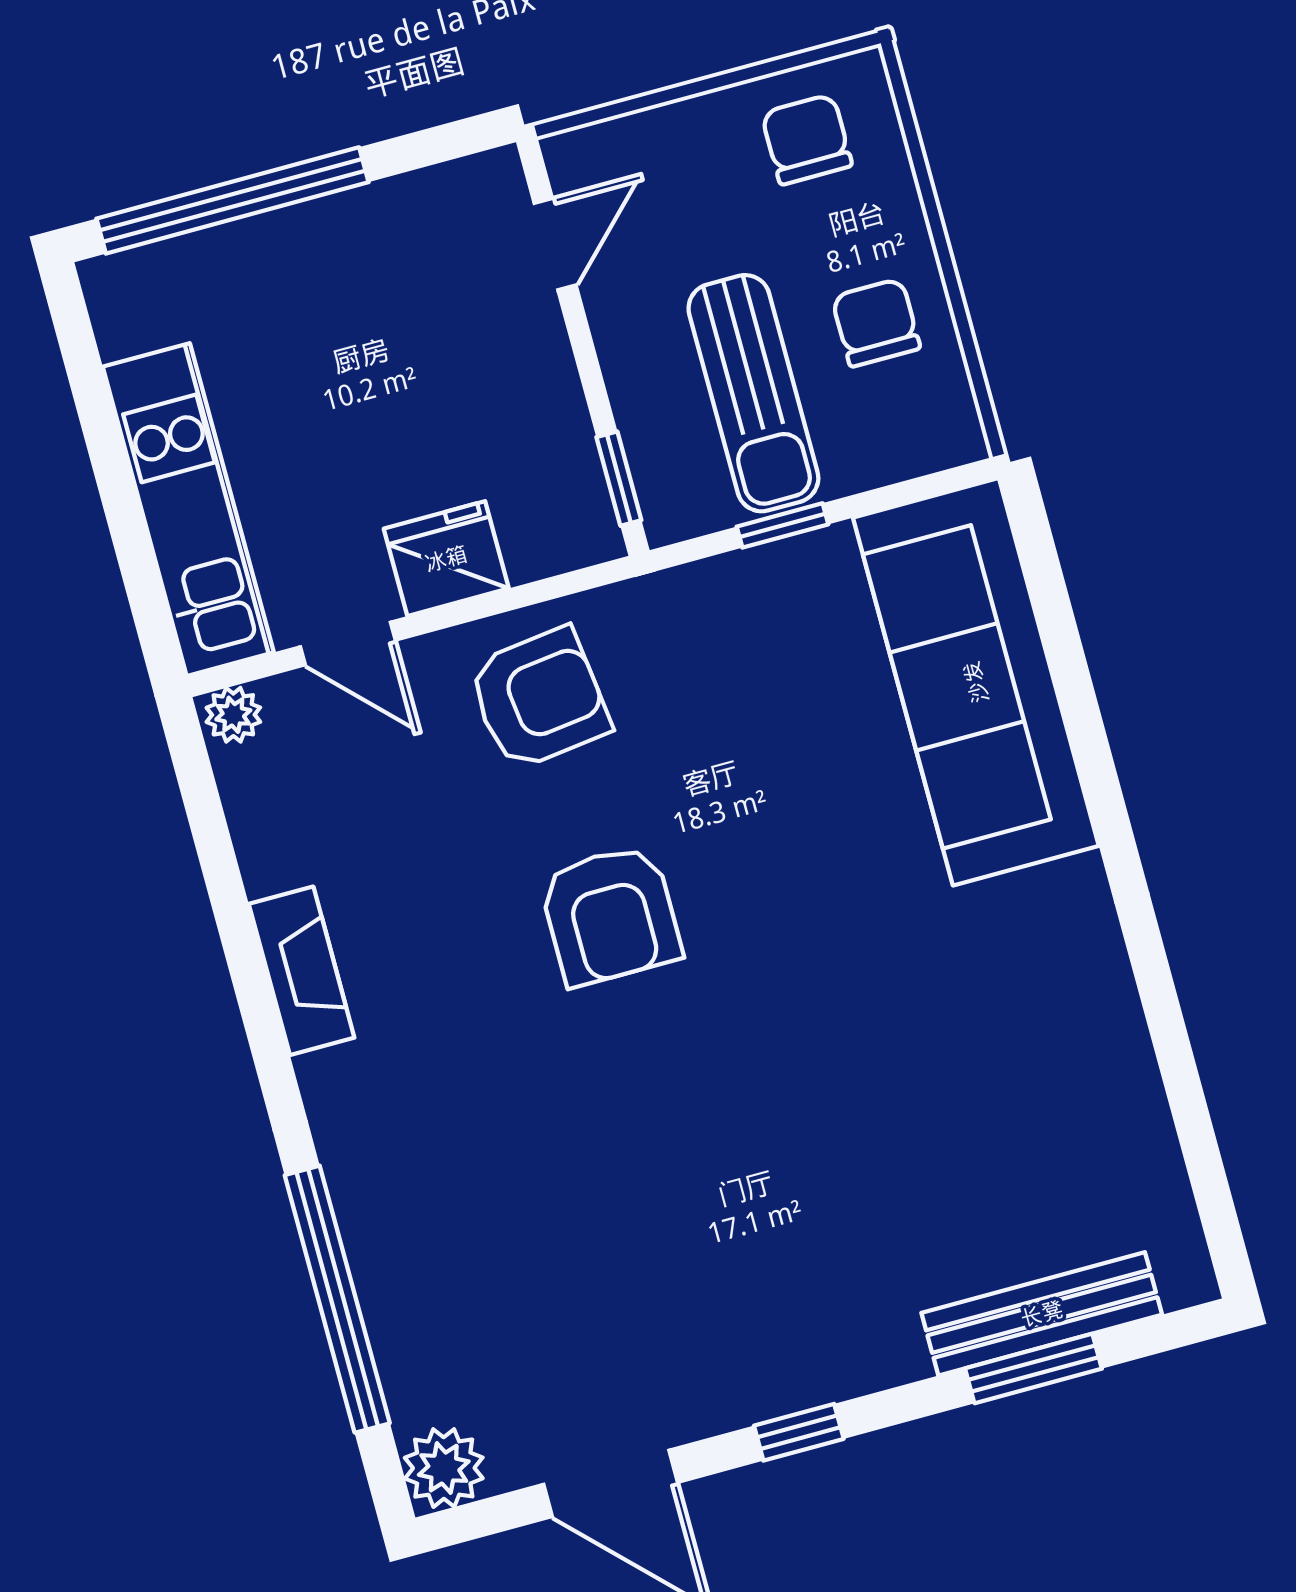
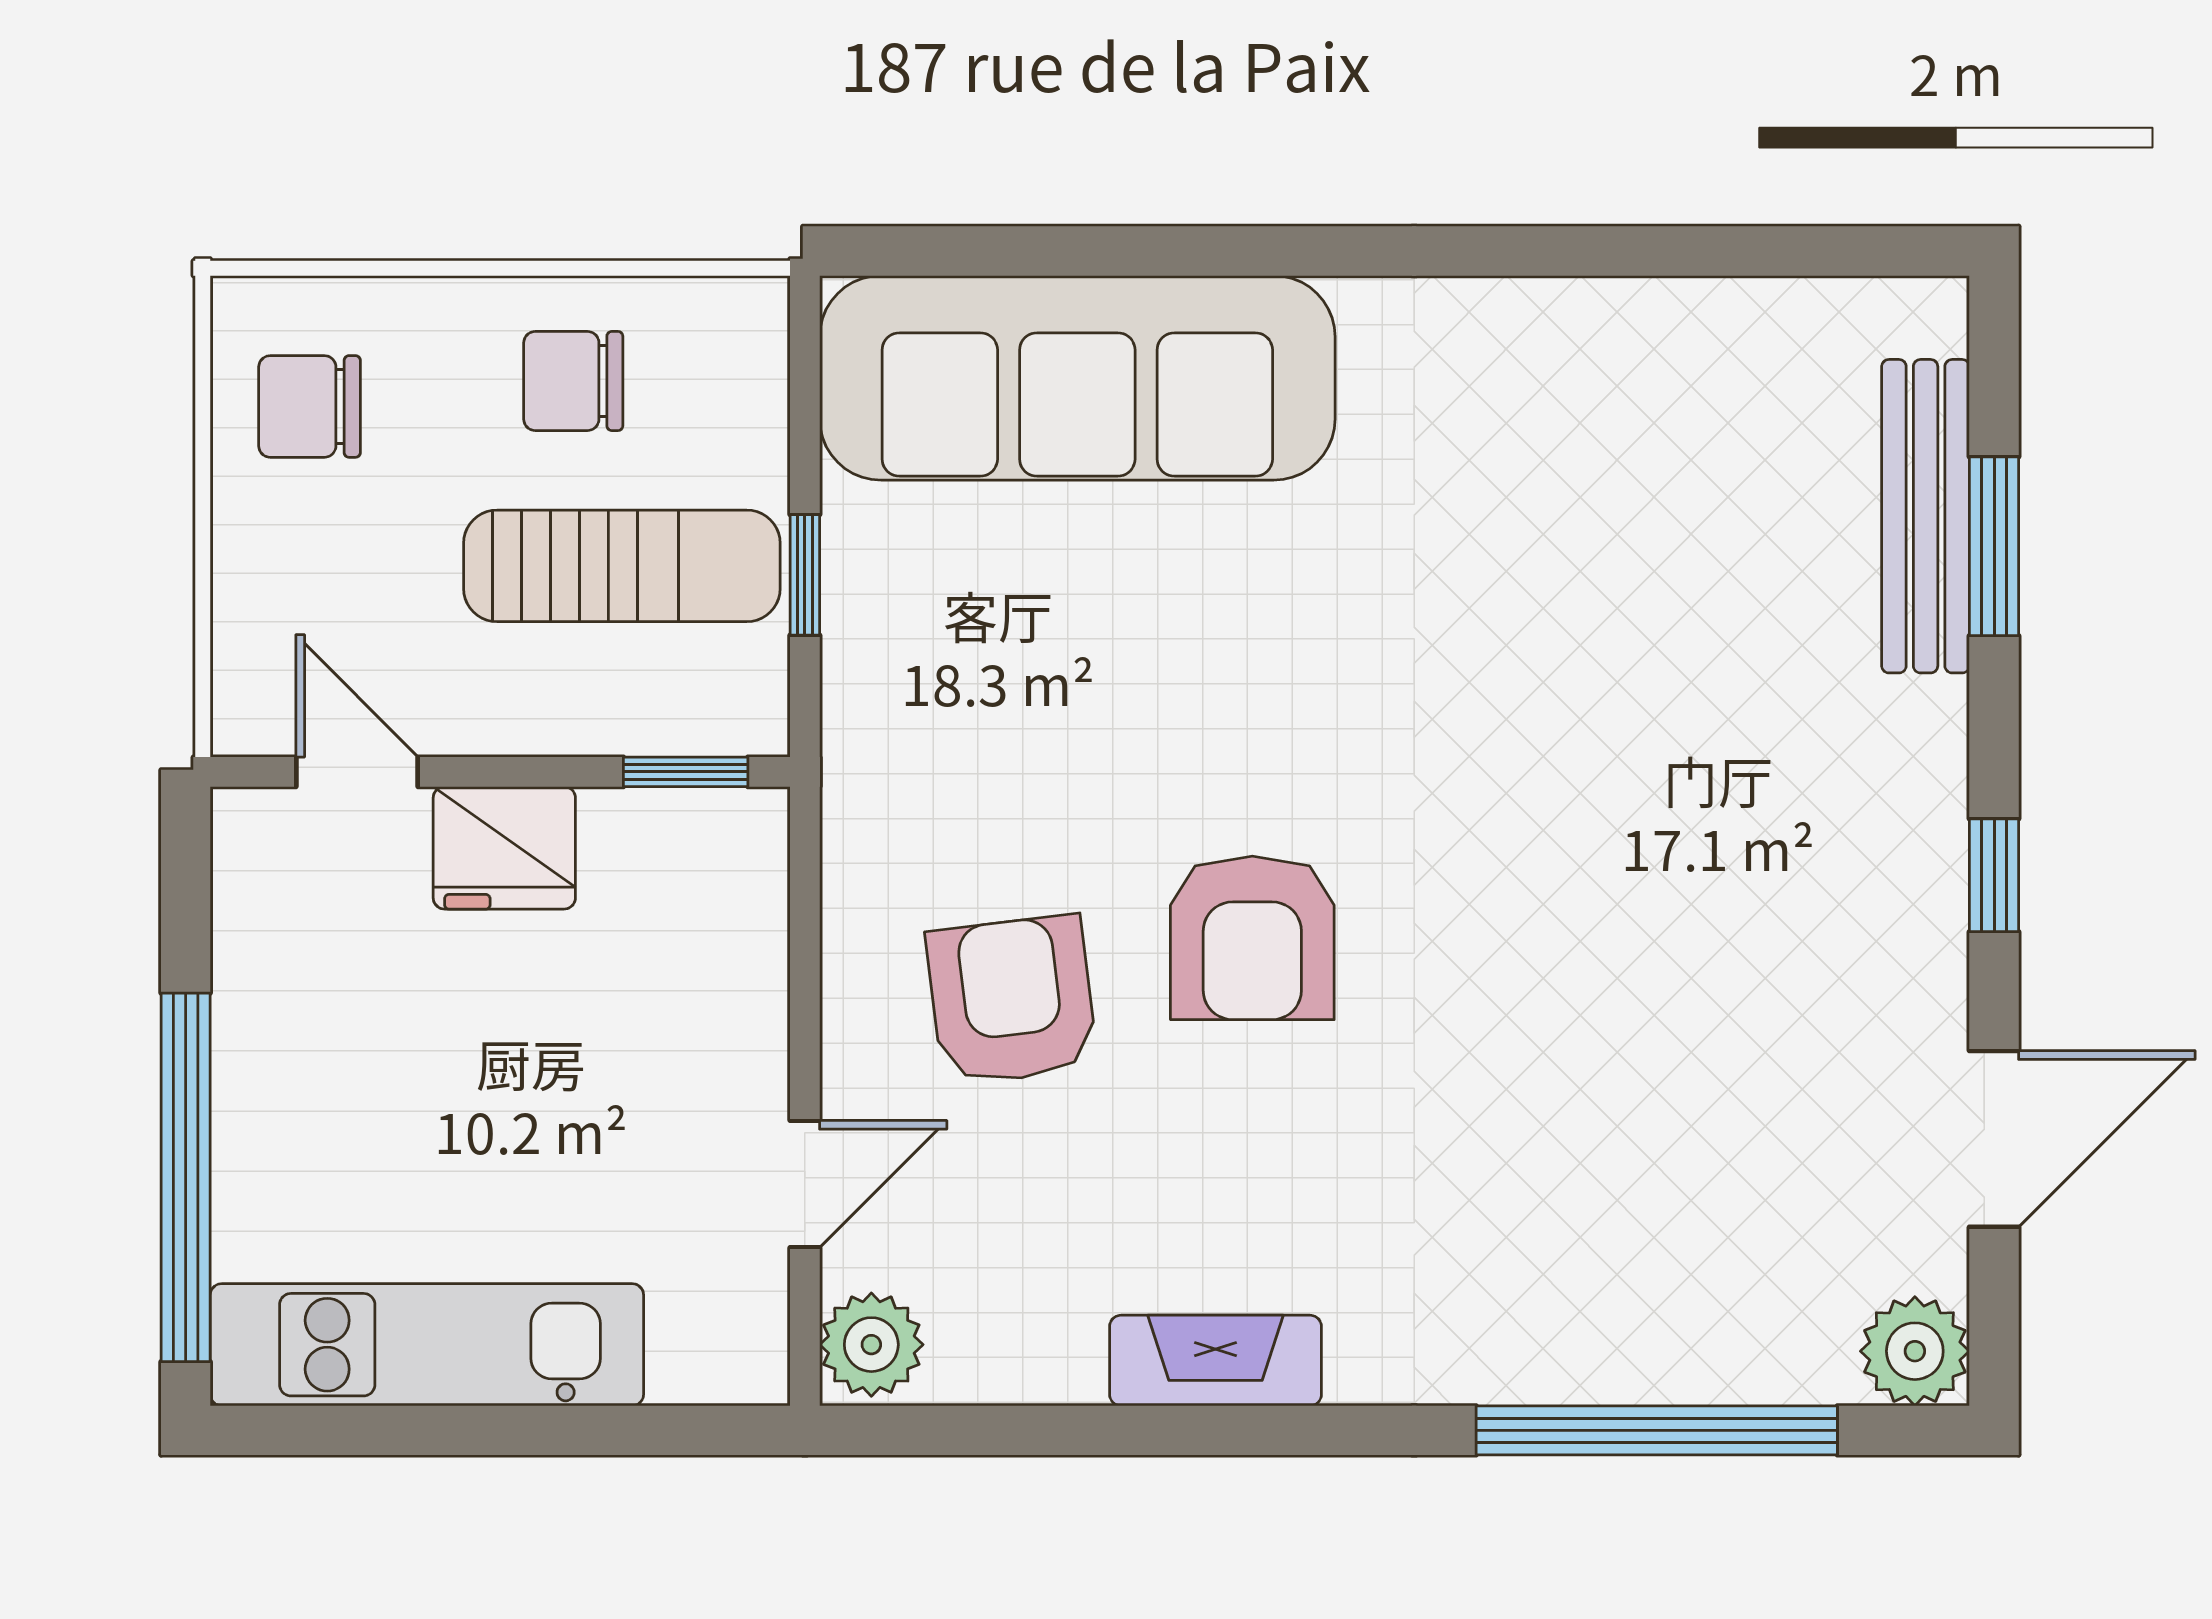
kitchen unit: (188, 510) -> (427, 1345), moved
fridge: (446, 559) -> (504, 848), moved, turned -90
armchair: (539, 699) -> (1012, 1000), moved
plant: (233, 715) -> (871, 1345), width x1.38, depth x1.38
armchair: (610, 915) -> (1252, 938), turned 90

